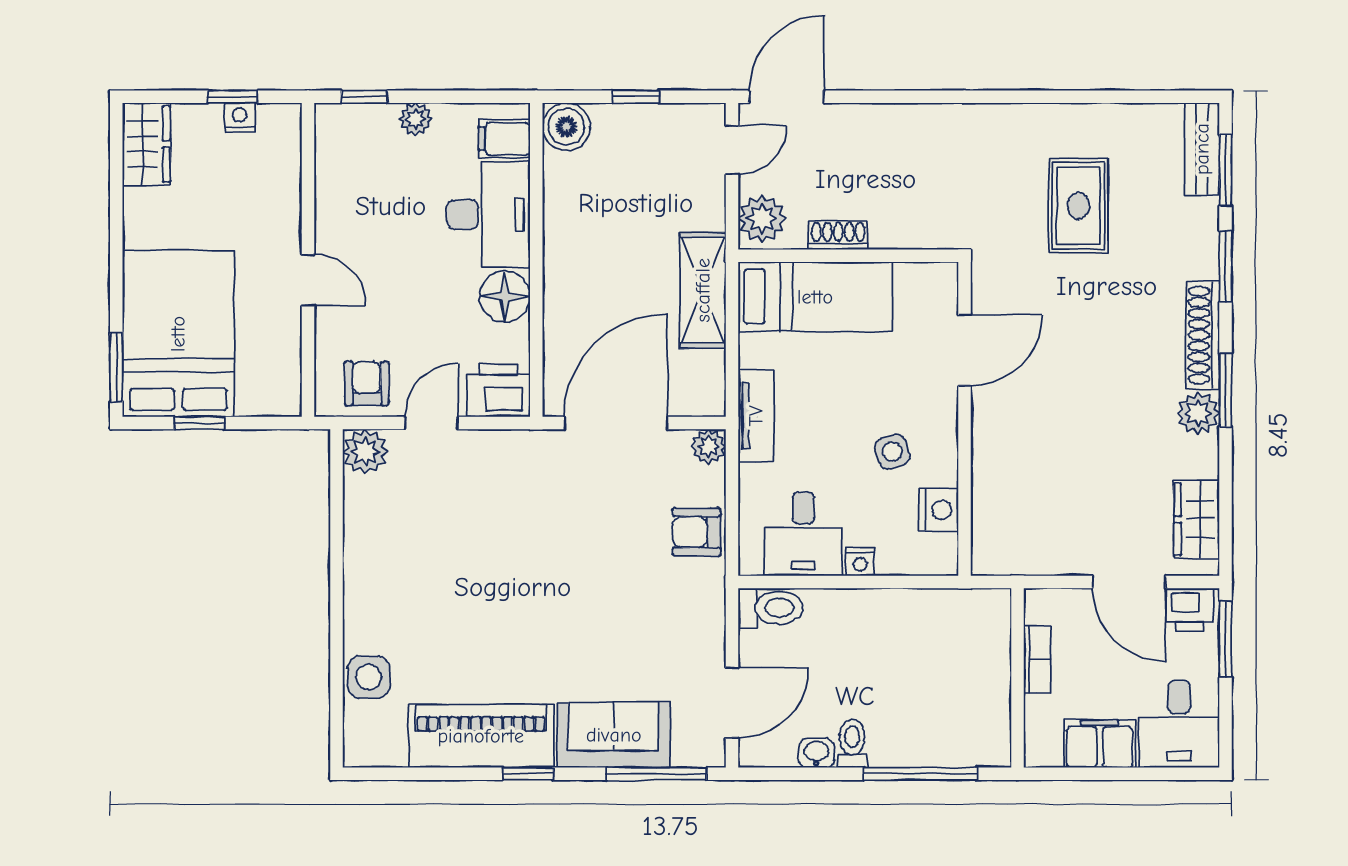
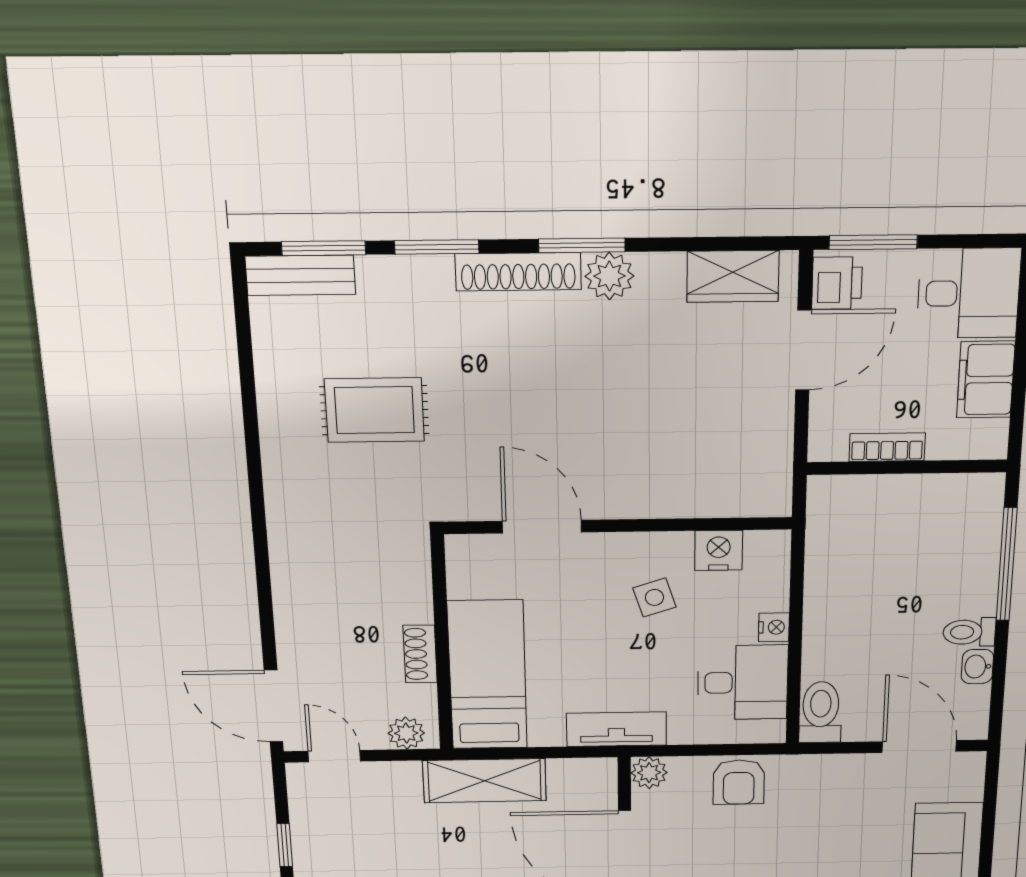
plant: (762, 219) -> (406, 733), width x0.73, depth x0.73
window: (656, 774) -> (989, 814), removed

